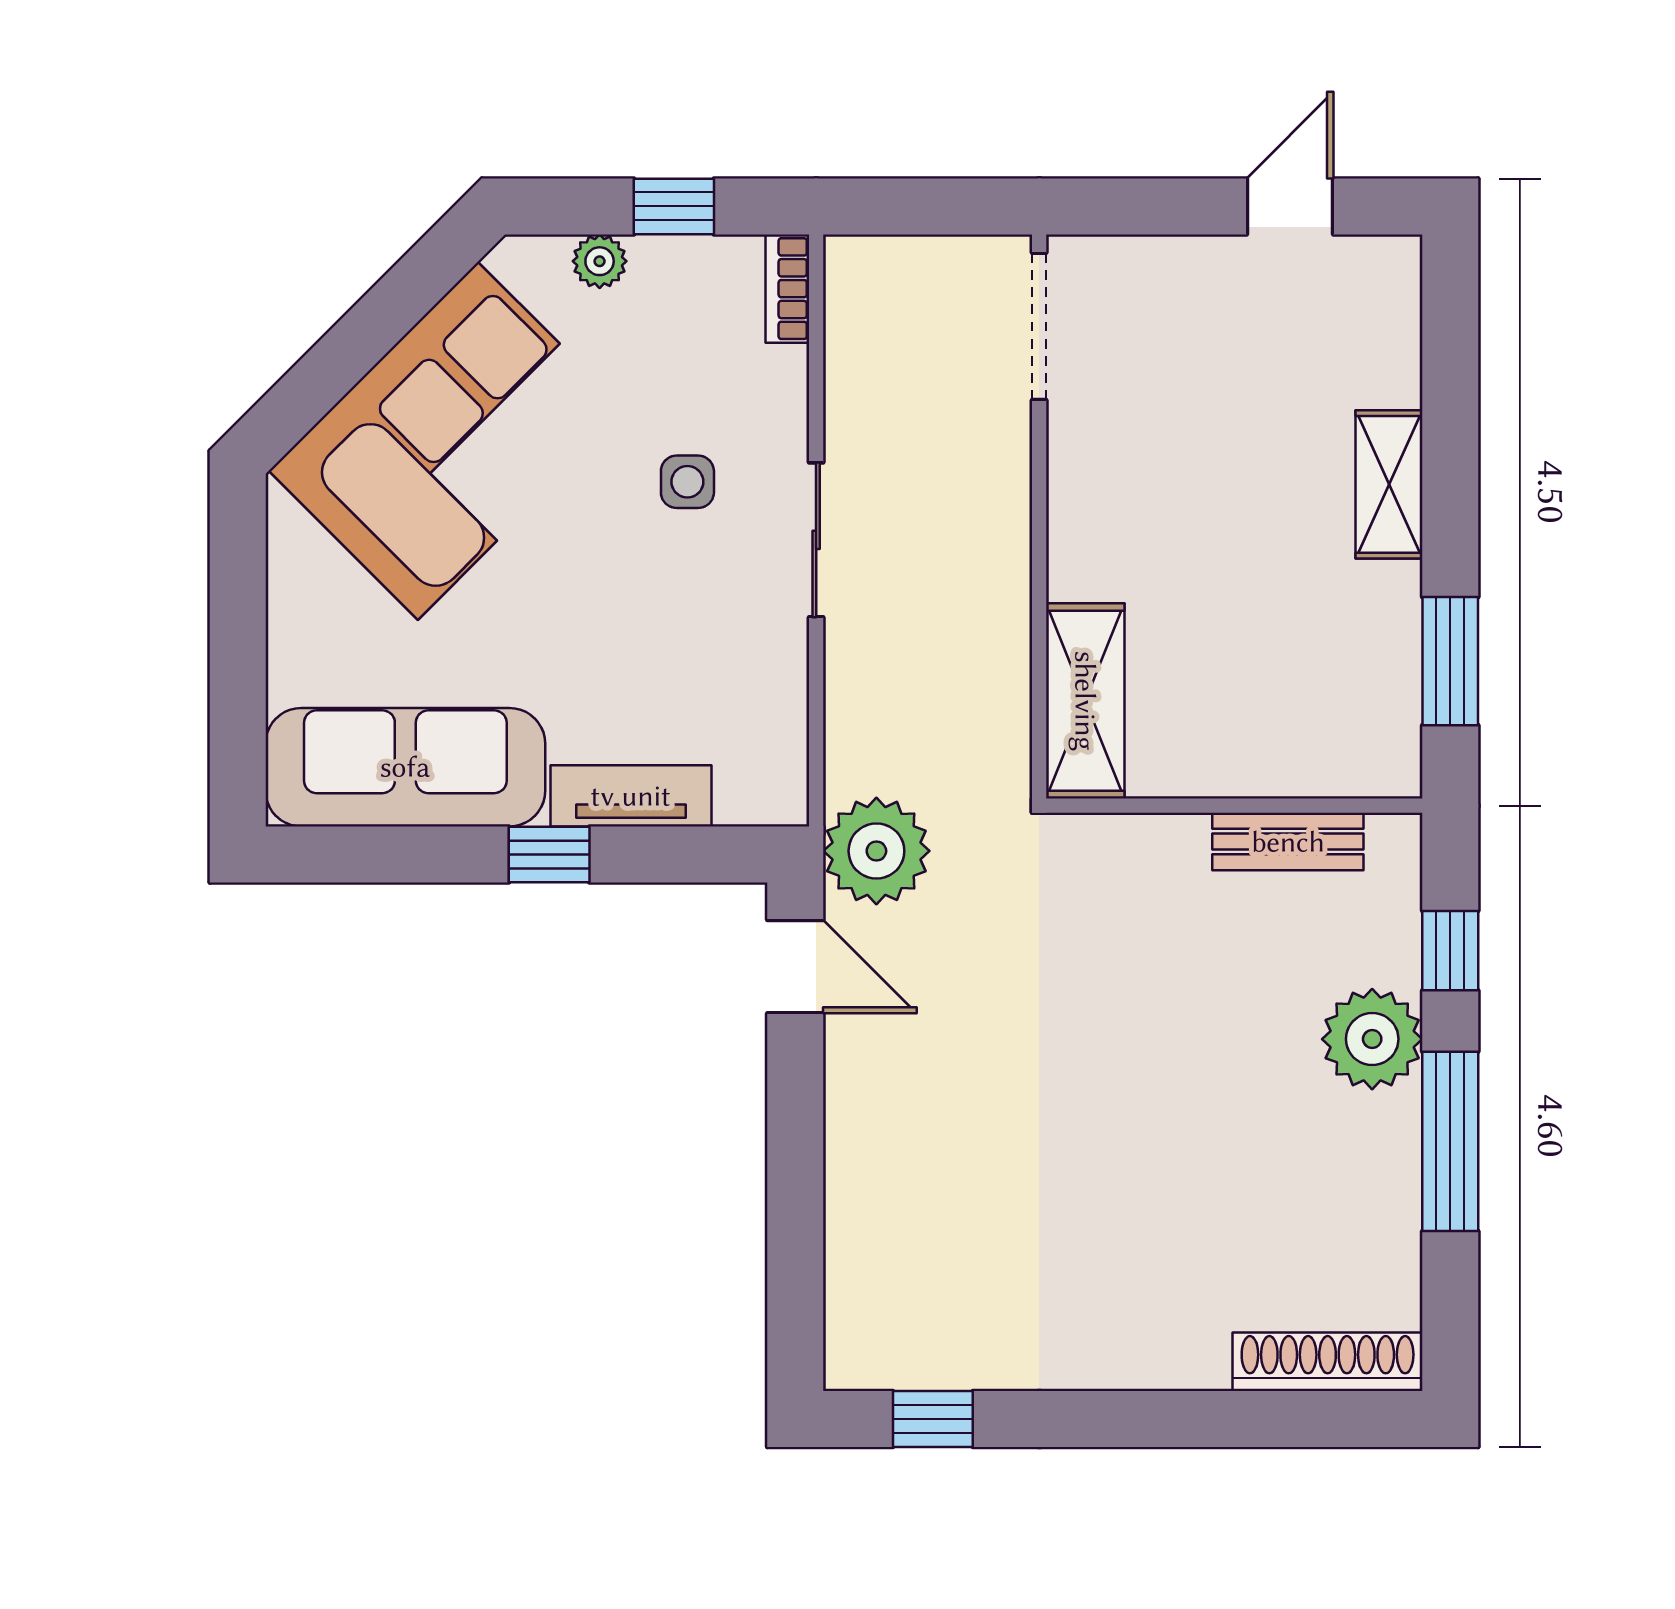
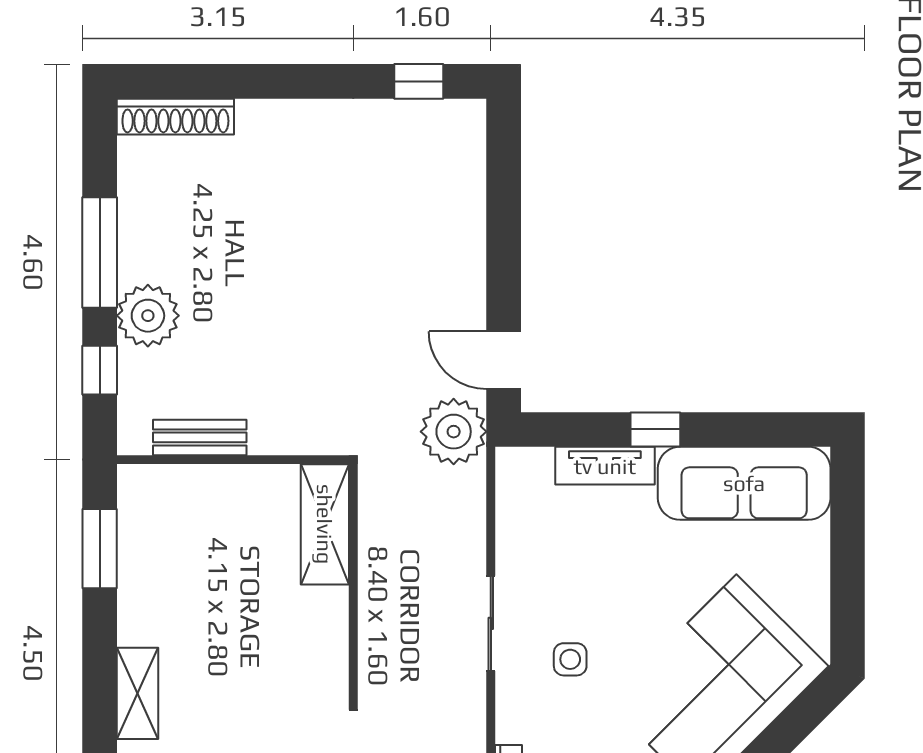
shelving: (1389, 484) -> (137, 693), moved

